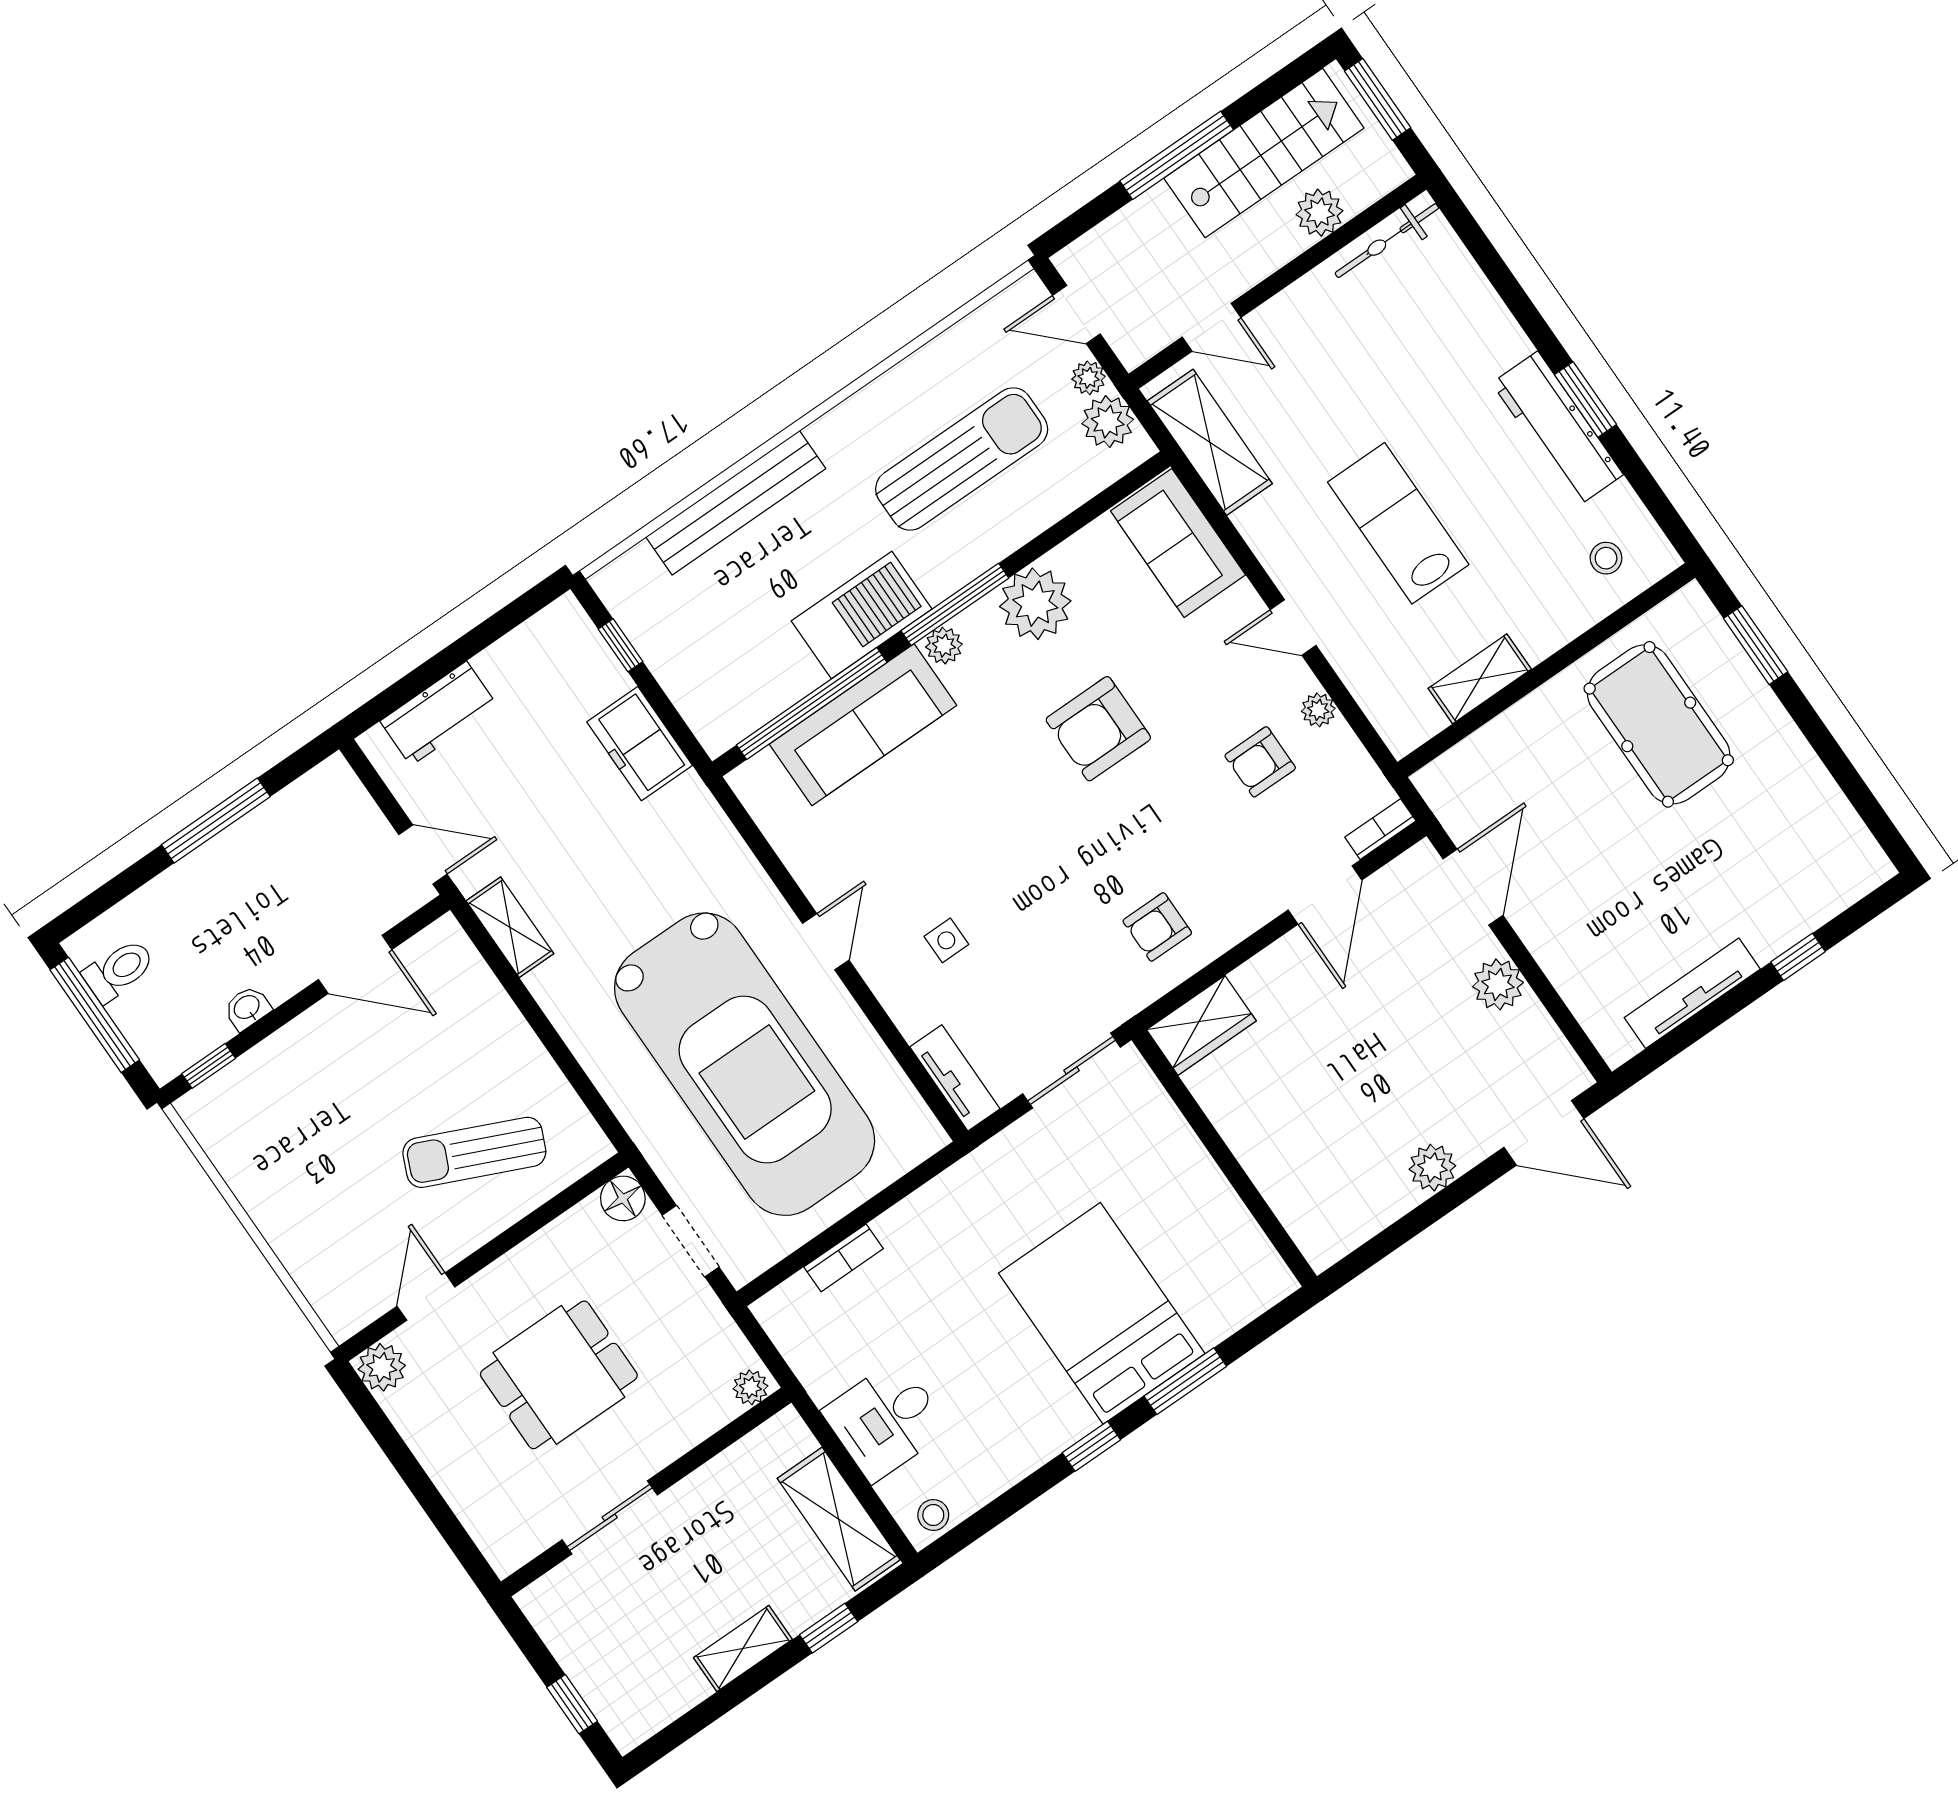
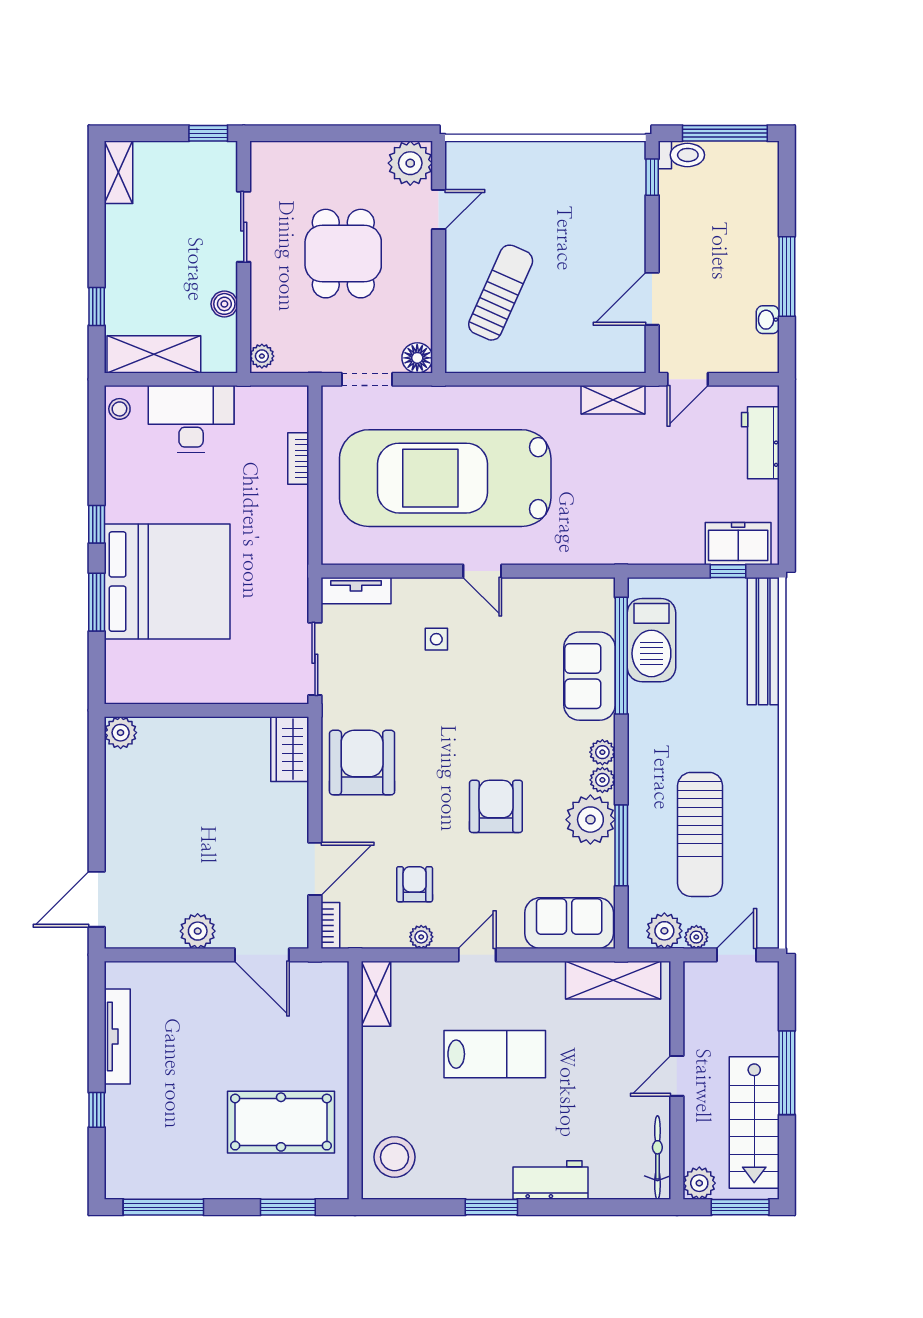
plant: (1319, 213) -> (699, 1183), moved
door: (1212, 327) -> (677, 1076), moved
workbench: (1558, 429) -> (551, 1180), moved, width x0.73
bench: (736, 503) -> (763, 641), moved
stool: (1606, 558) -> (395, 1157), width x1.89, depth x1.89
window: (955, 604) -> (621, 845), moved
barbecue: (862, 615) -> (651, 640), moved
plant: (977, 622) -> (602, 780), added
shelving: (1480, 679) -> (376, 994), moved
sofa: (863, 725) -> (589, 676), width x0.73
freezer: (640, 744) -> (738, 544), moved
window: (1860, 795) -> (163, 1207), added
door: (1325, 895) -> (315, 869), swing flipped
armchair: (1157, 927) -> (362, 763), width x1.88, depth x1.88
toilet: (119, 970) -> (681, 155), moved, turned -90
washbasin: (247, 1008) -> (768, 320), moved, turned 180
plant: (1432, 1168) -> (121, 733), moved
door: (426, 1297) -> (439, 209), hinge flipped
bed: (1102, 1313) -> (167, 582), width x1.36
plant: (382, 1367) -> (410, 163), width x1.36, depth x1.36
desk: (886, 1420) -> (191, 419), width x1.37
boiler: (719, 1476) -> (224, 304), added
shelving: (743, 1649) -> (119, 172), moved
window: (572, 1704) -> (208, 133), moved

